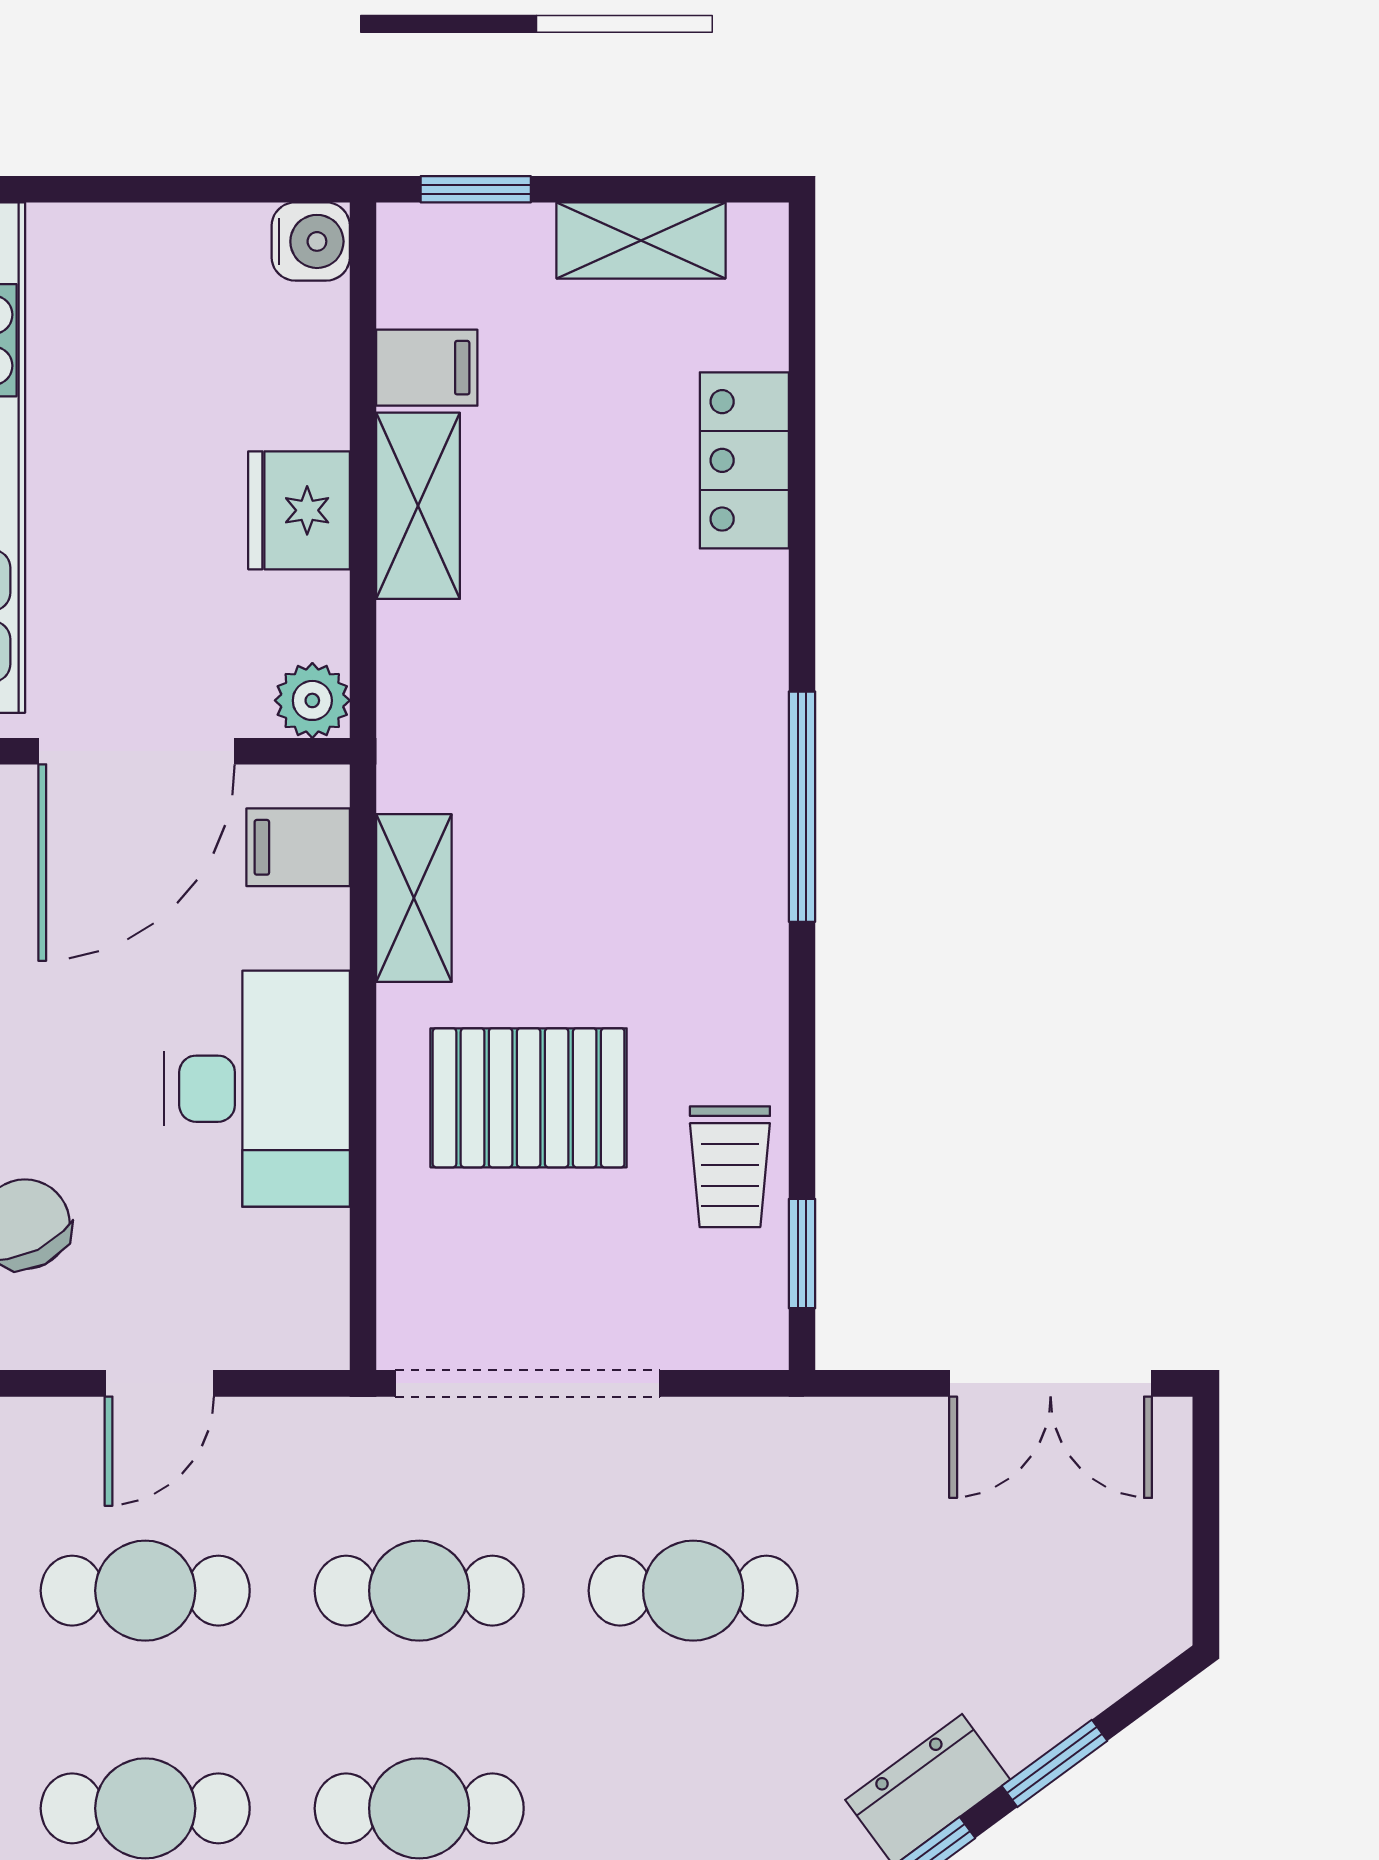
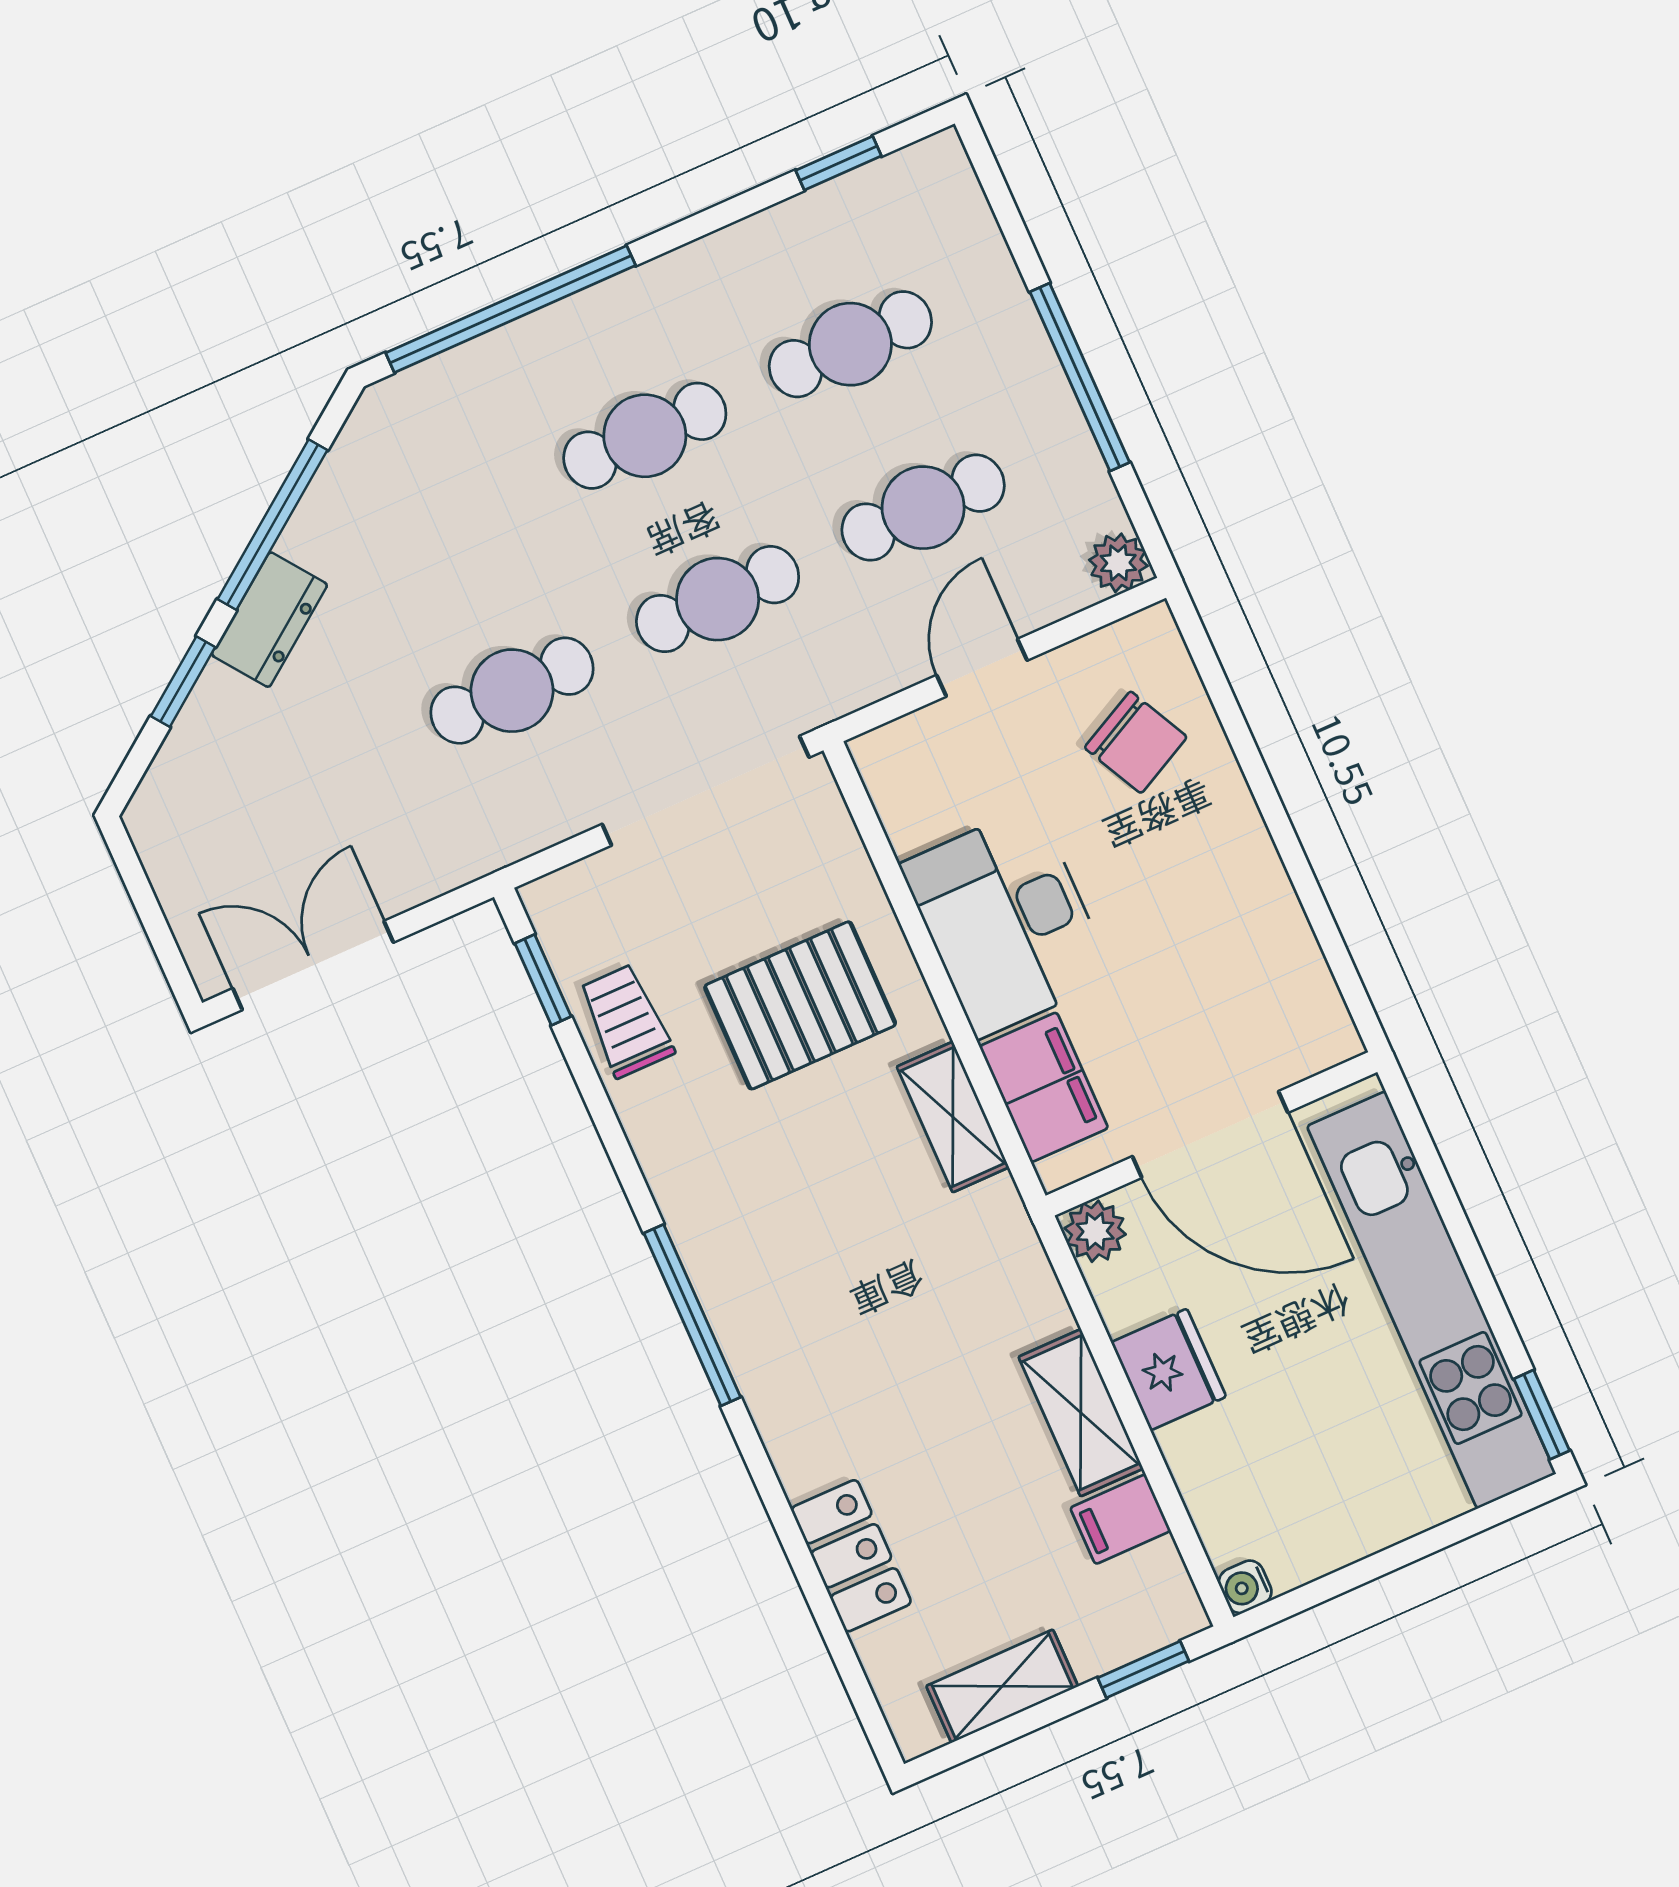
water cooler: (311, 241) -> (1245, 1587), width x0.72, depth x0.72
door: (136, 751) -> (1210, 1134), swing flipped
filing cabinet: (298, 847) -> (1044, 1087), width x2.00

